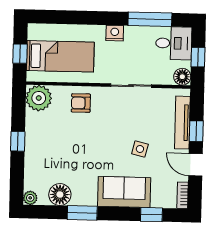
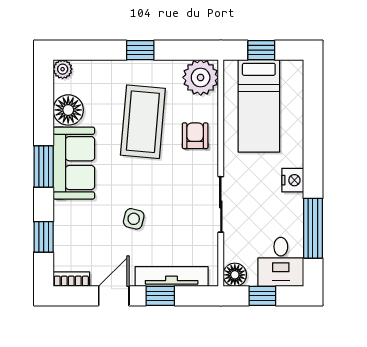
coffee table: (70, 141) -> (143, 122), added
sofa: (124, 192) -> (74, 163), moved
window: (82, 213) -> (44, 166), moved

